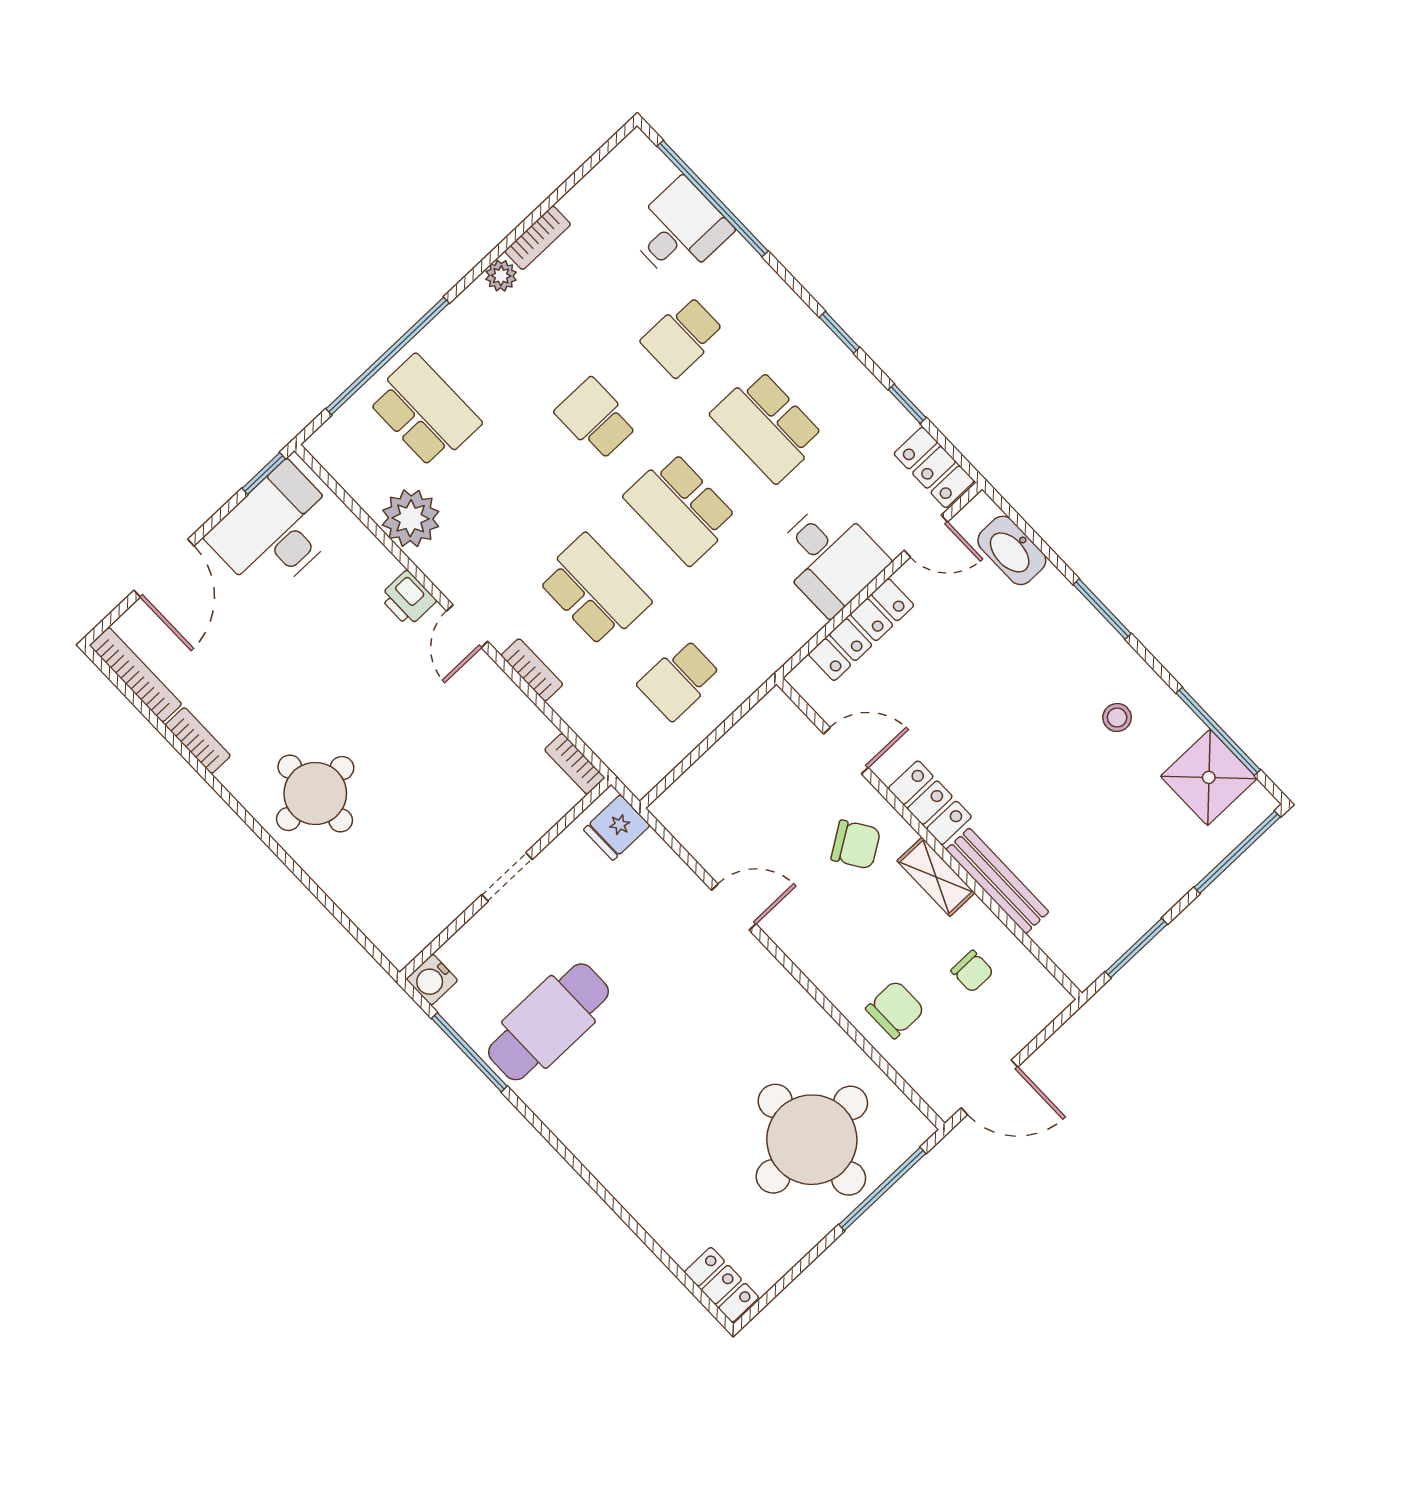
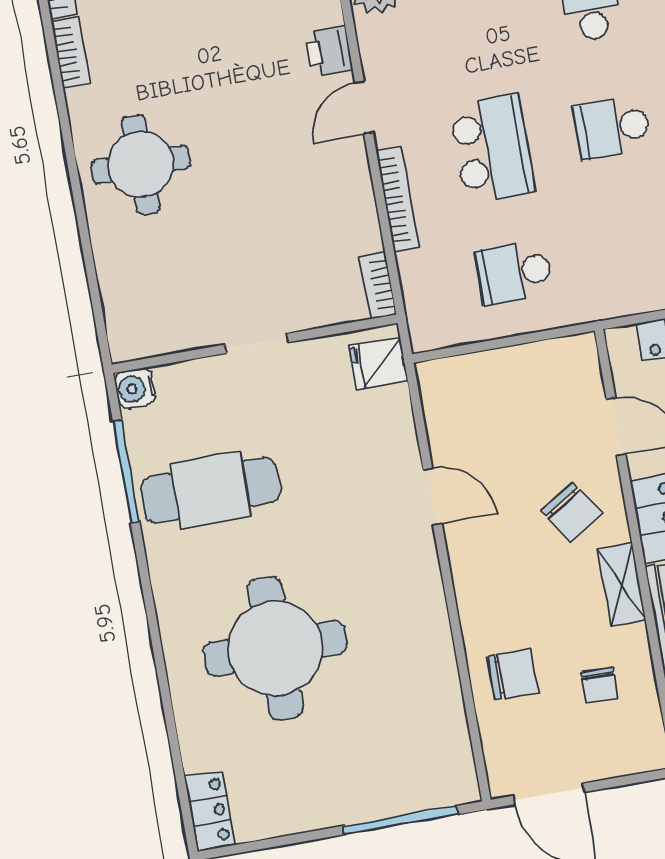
school desk: (681, 508) -> (612, 128), width x0.54
bookcase: (532, 670) -> (398, 200), width x1.56
round table: (812, 1140) -> (275, 648), moved

